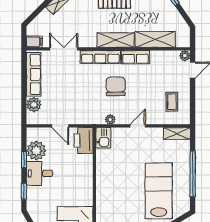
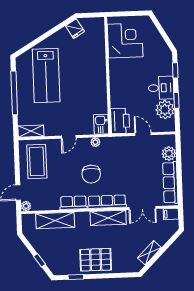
shelving: (116, 40) -> (108, 218), moved
coffee table: (172, 102) -> (37, 161), width x1.86, depth x1.72

